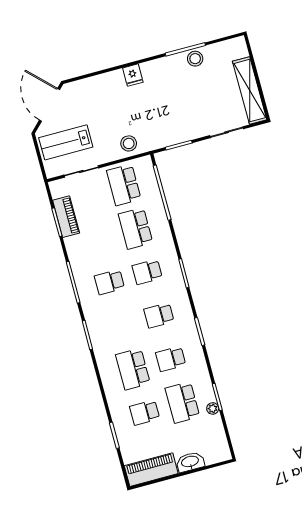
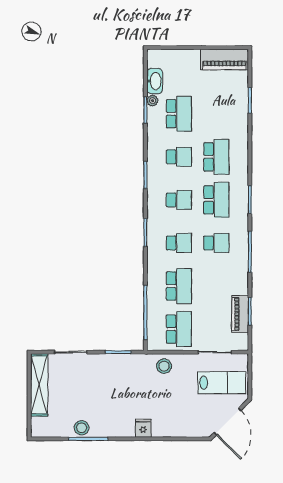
school desk: (145, 413) -> (216, 200), moved, width x1.85
washbasin: (190, 462) -> (155, 81), moved, turned -90

